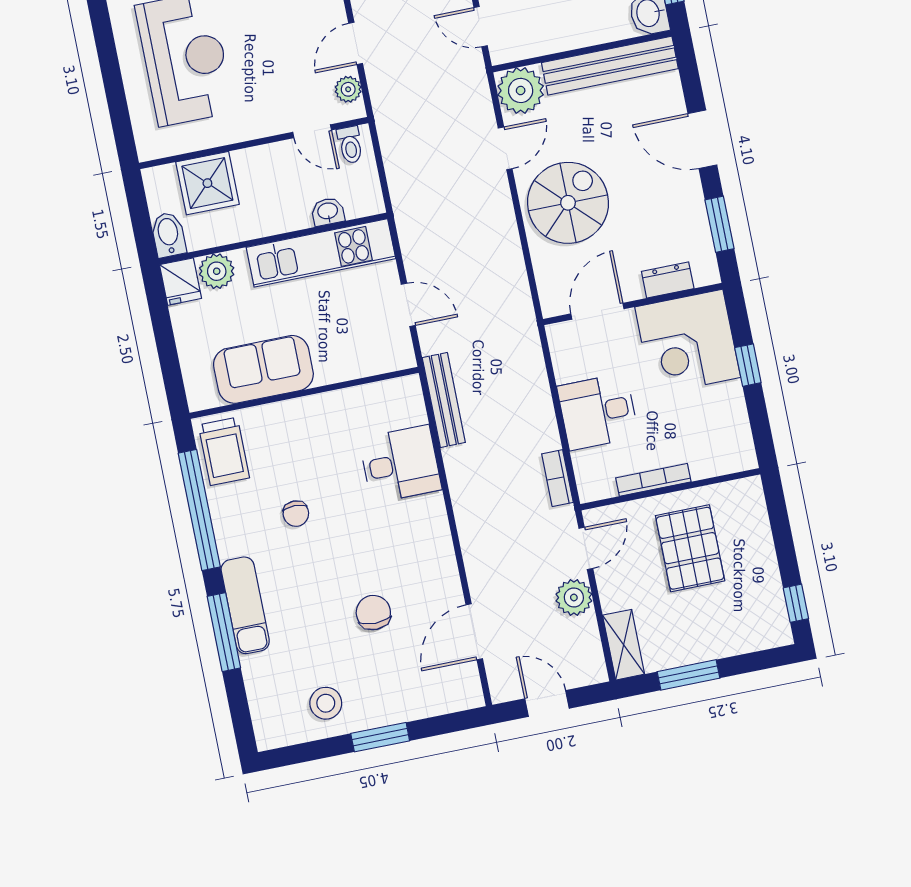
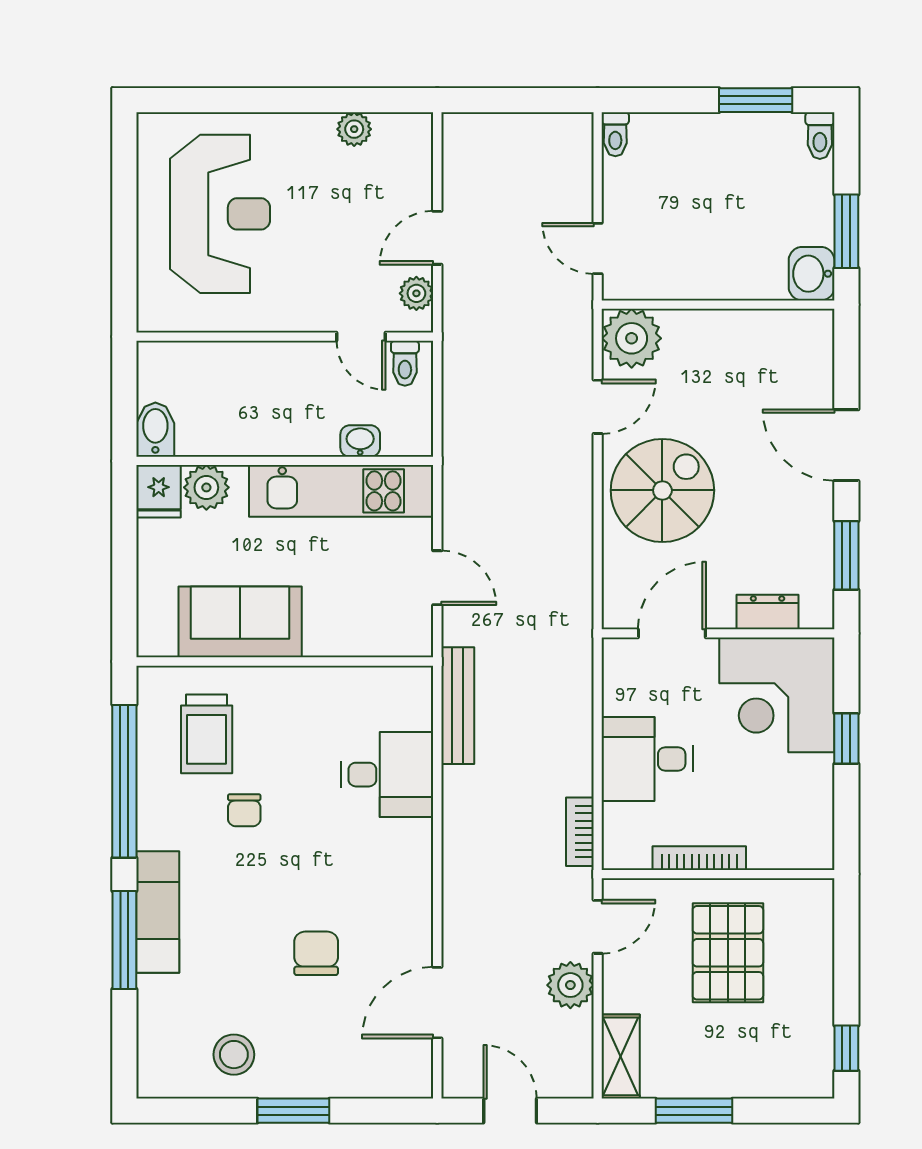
bench: (610, 66) -> (749, 330), removed
shower: (207, 183) -> (217, 375), removed
trolley: (224, 451) -> (207, 734), moved

